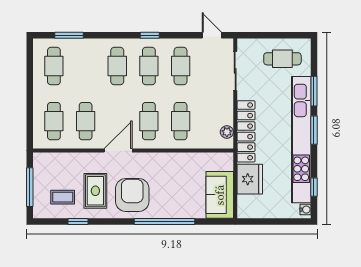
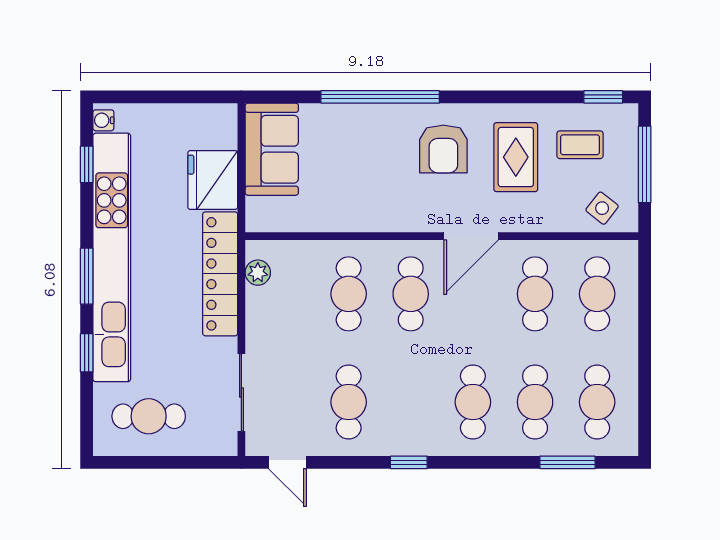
cafe table: (149, 66) -> (535, 402), moved
window: (314, 91) -> (87, 353), width x0.67
side table: (51, 165) -> (602, 208), added
armchair: (132, 195) -> (443, 149), width x0.73, depth x0.73
window: (78, 221) -> (603, 97), moved

